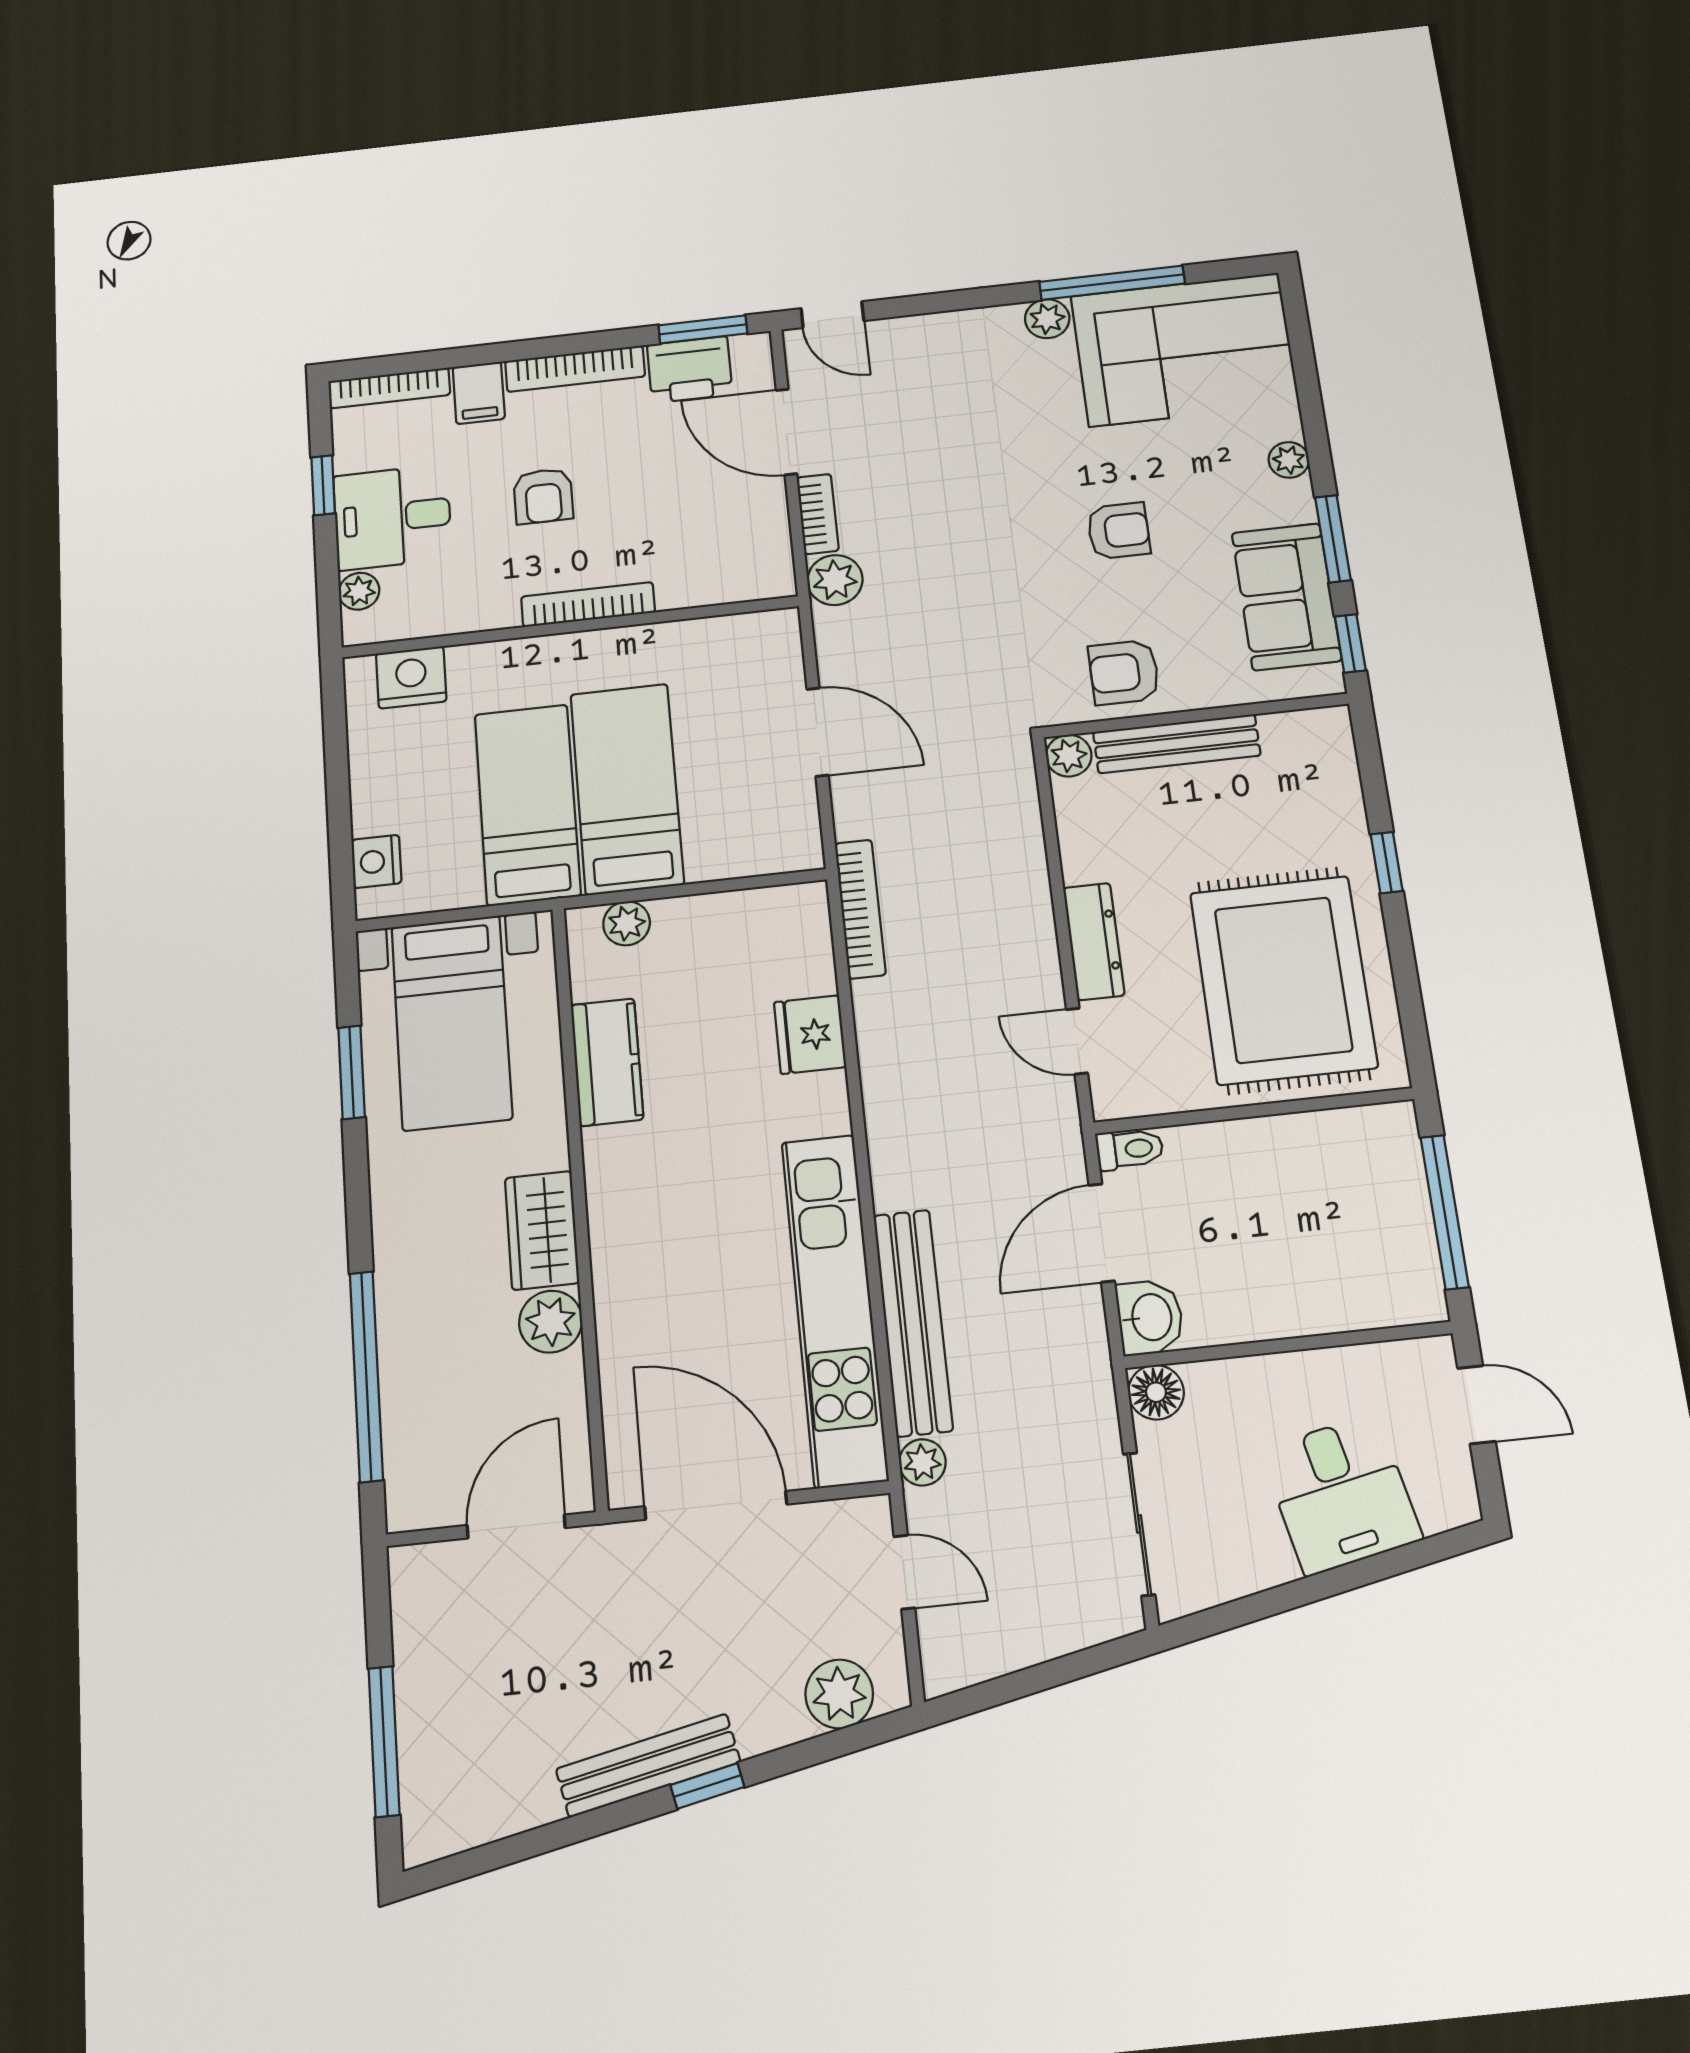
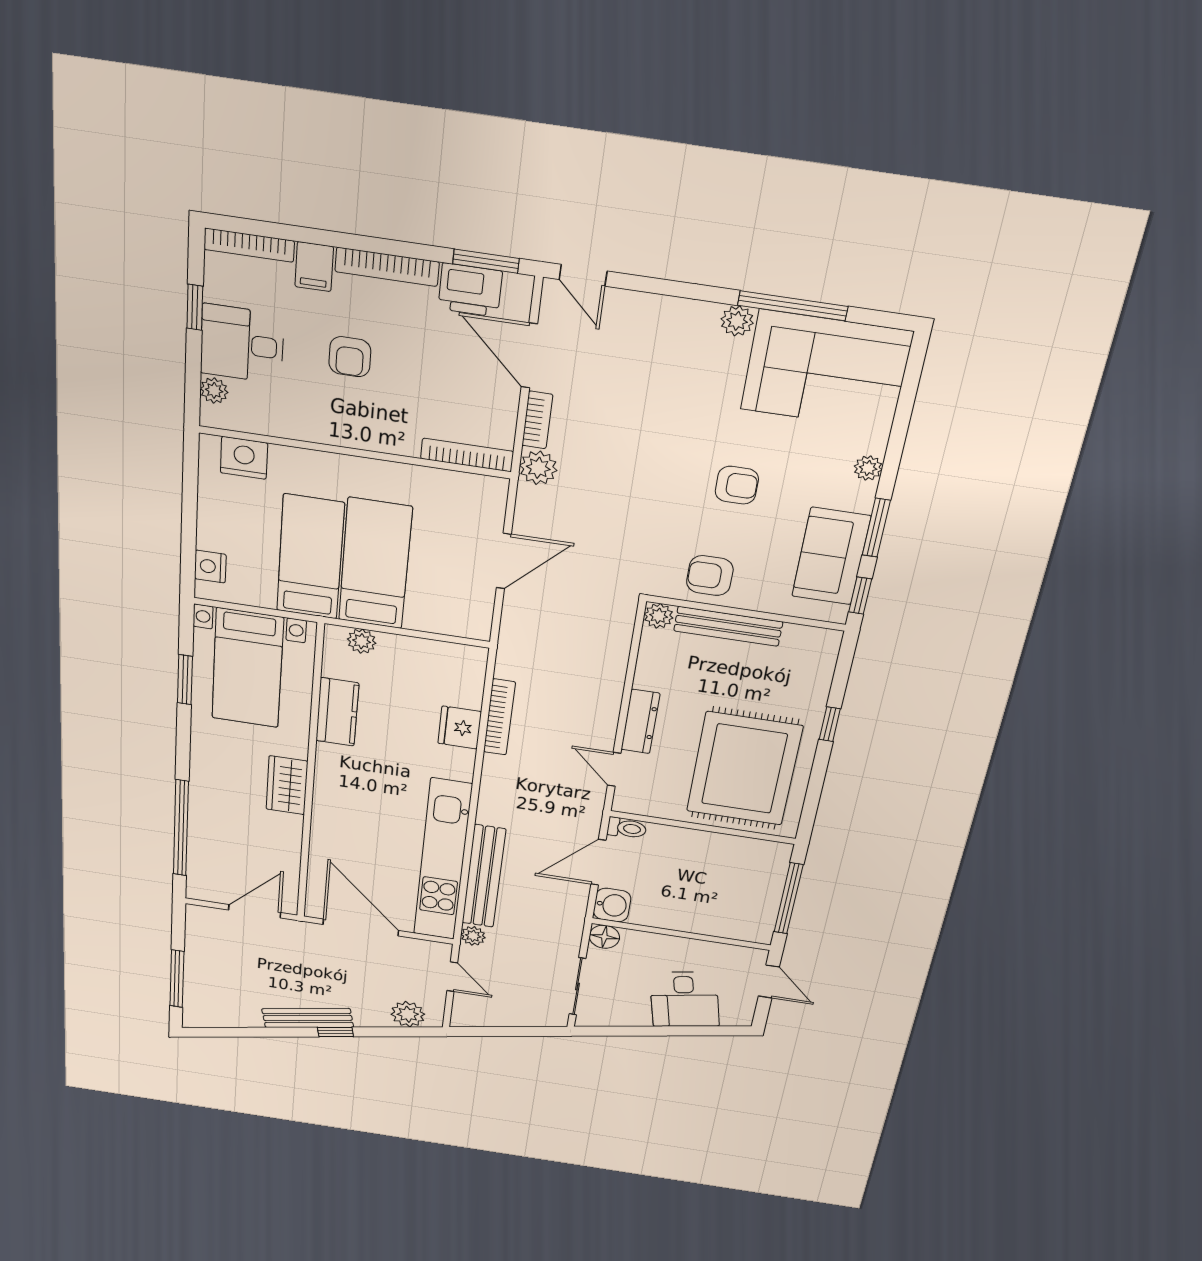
bookcase: (588, 605) -> (467, 455), moved
door: (818, 732) -> (504, 561), hinge flipped
bookcase: (860, 909) -> (499, 717), moved
plant: (551, 1322) -> (286, 828), removed

